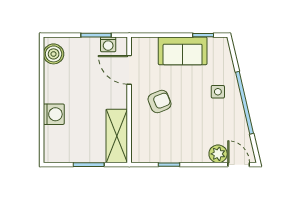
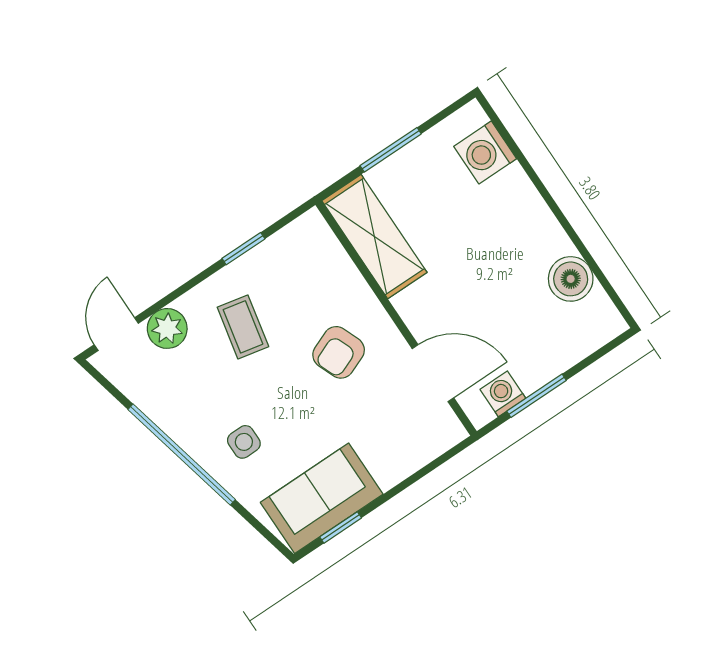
sofa: (183, 51) -> (322, 498), moved
boiler: (54, 54) -> (571, 279), moved
washing machine: (54, 114) -> (485, 152), moved
coffee table: (189, 135) -> (243, 327), added
door: (239, 165) -> (116, 334), swing flipped

